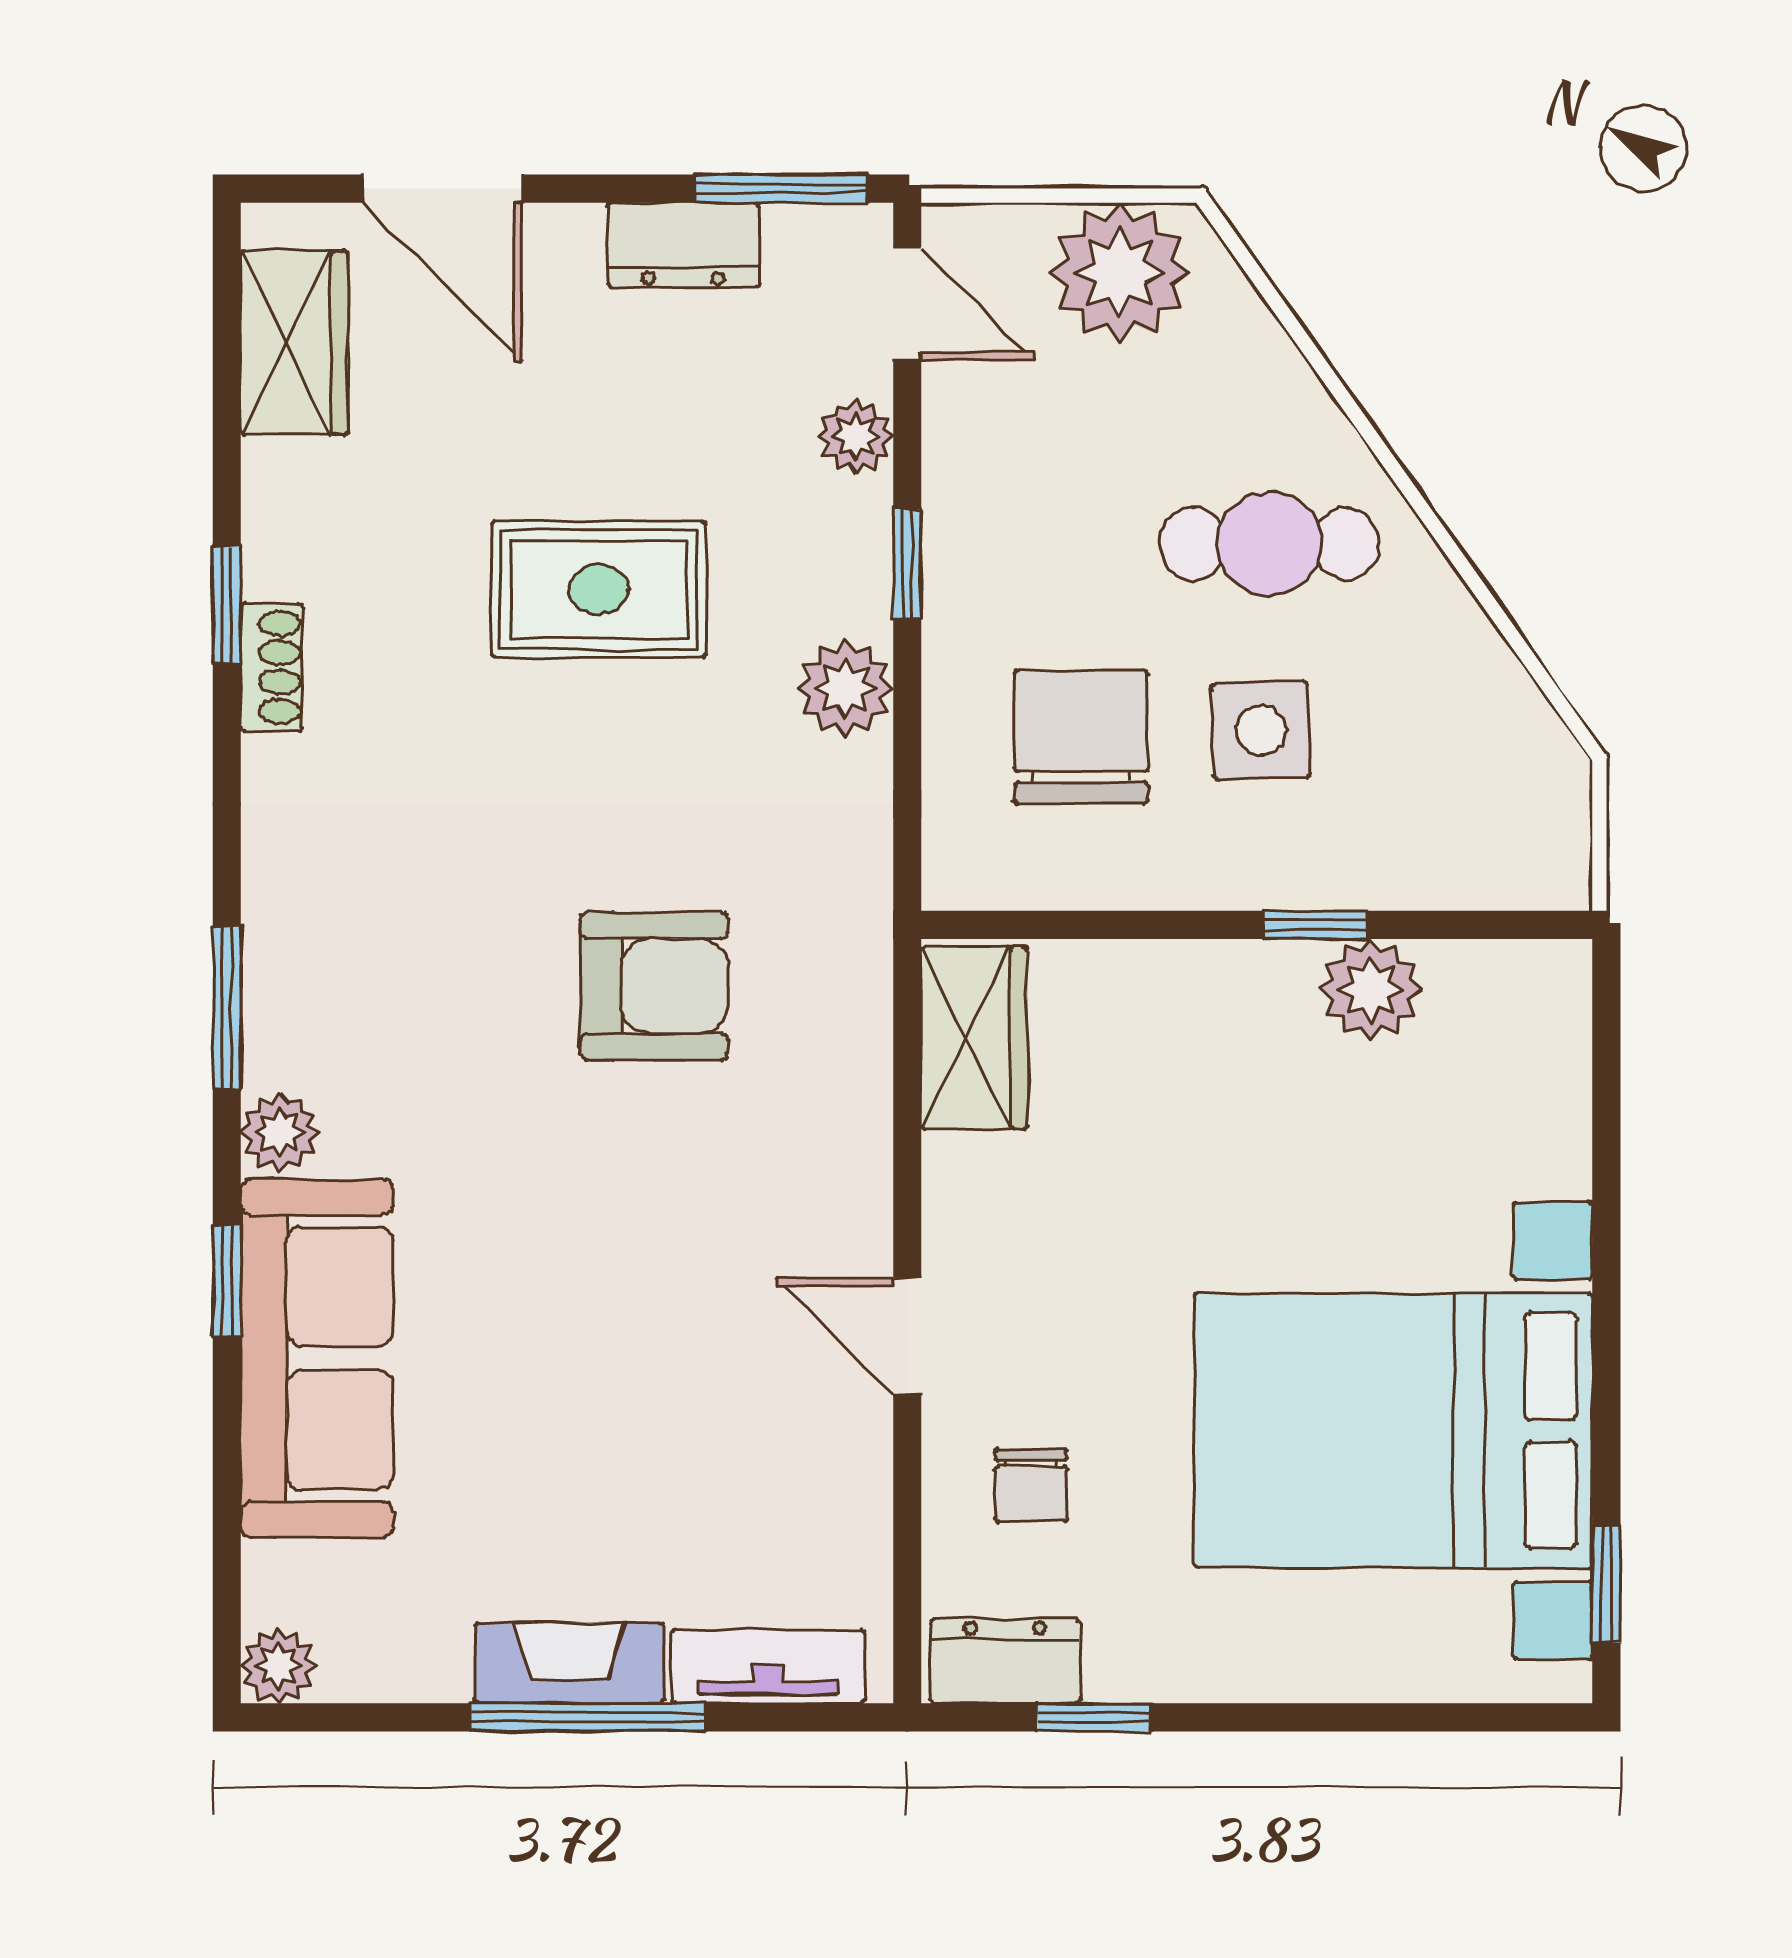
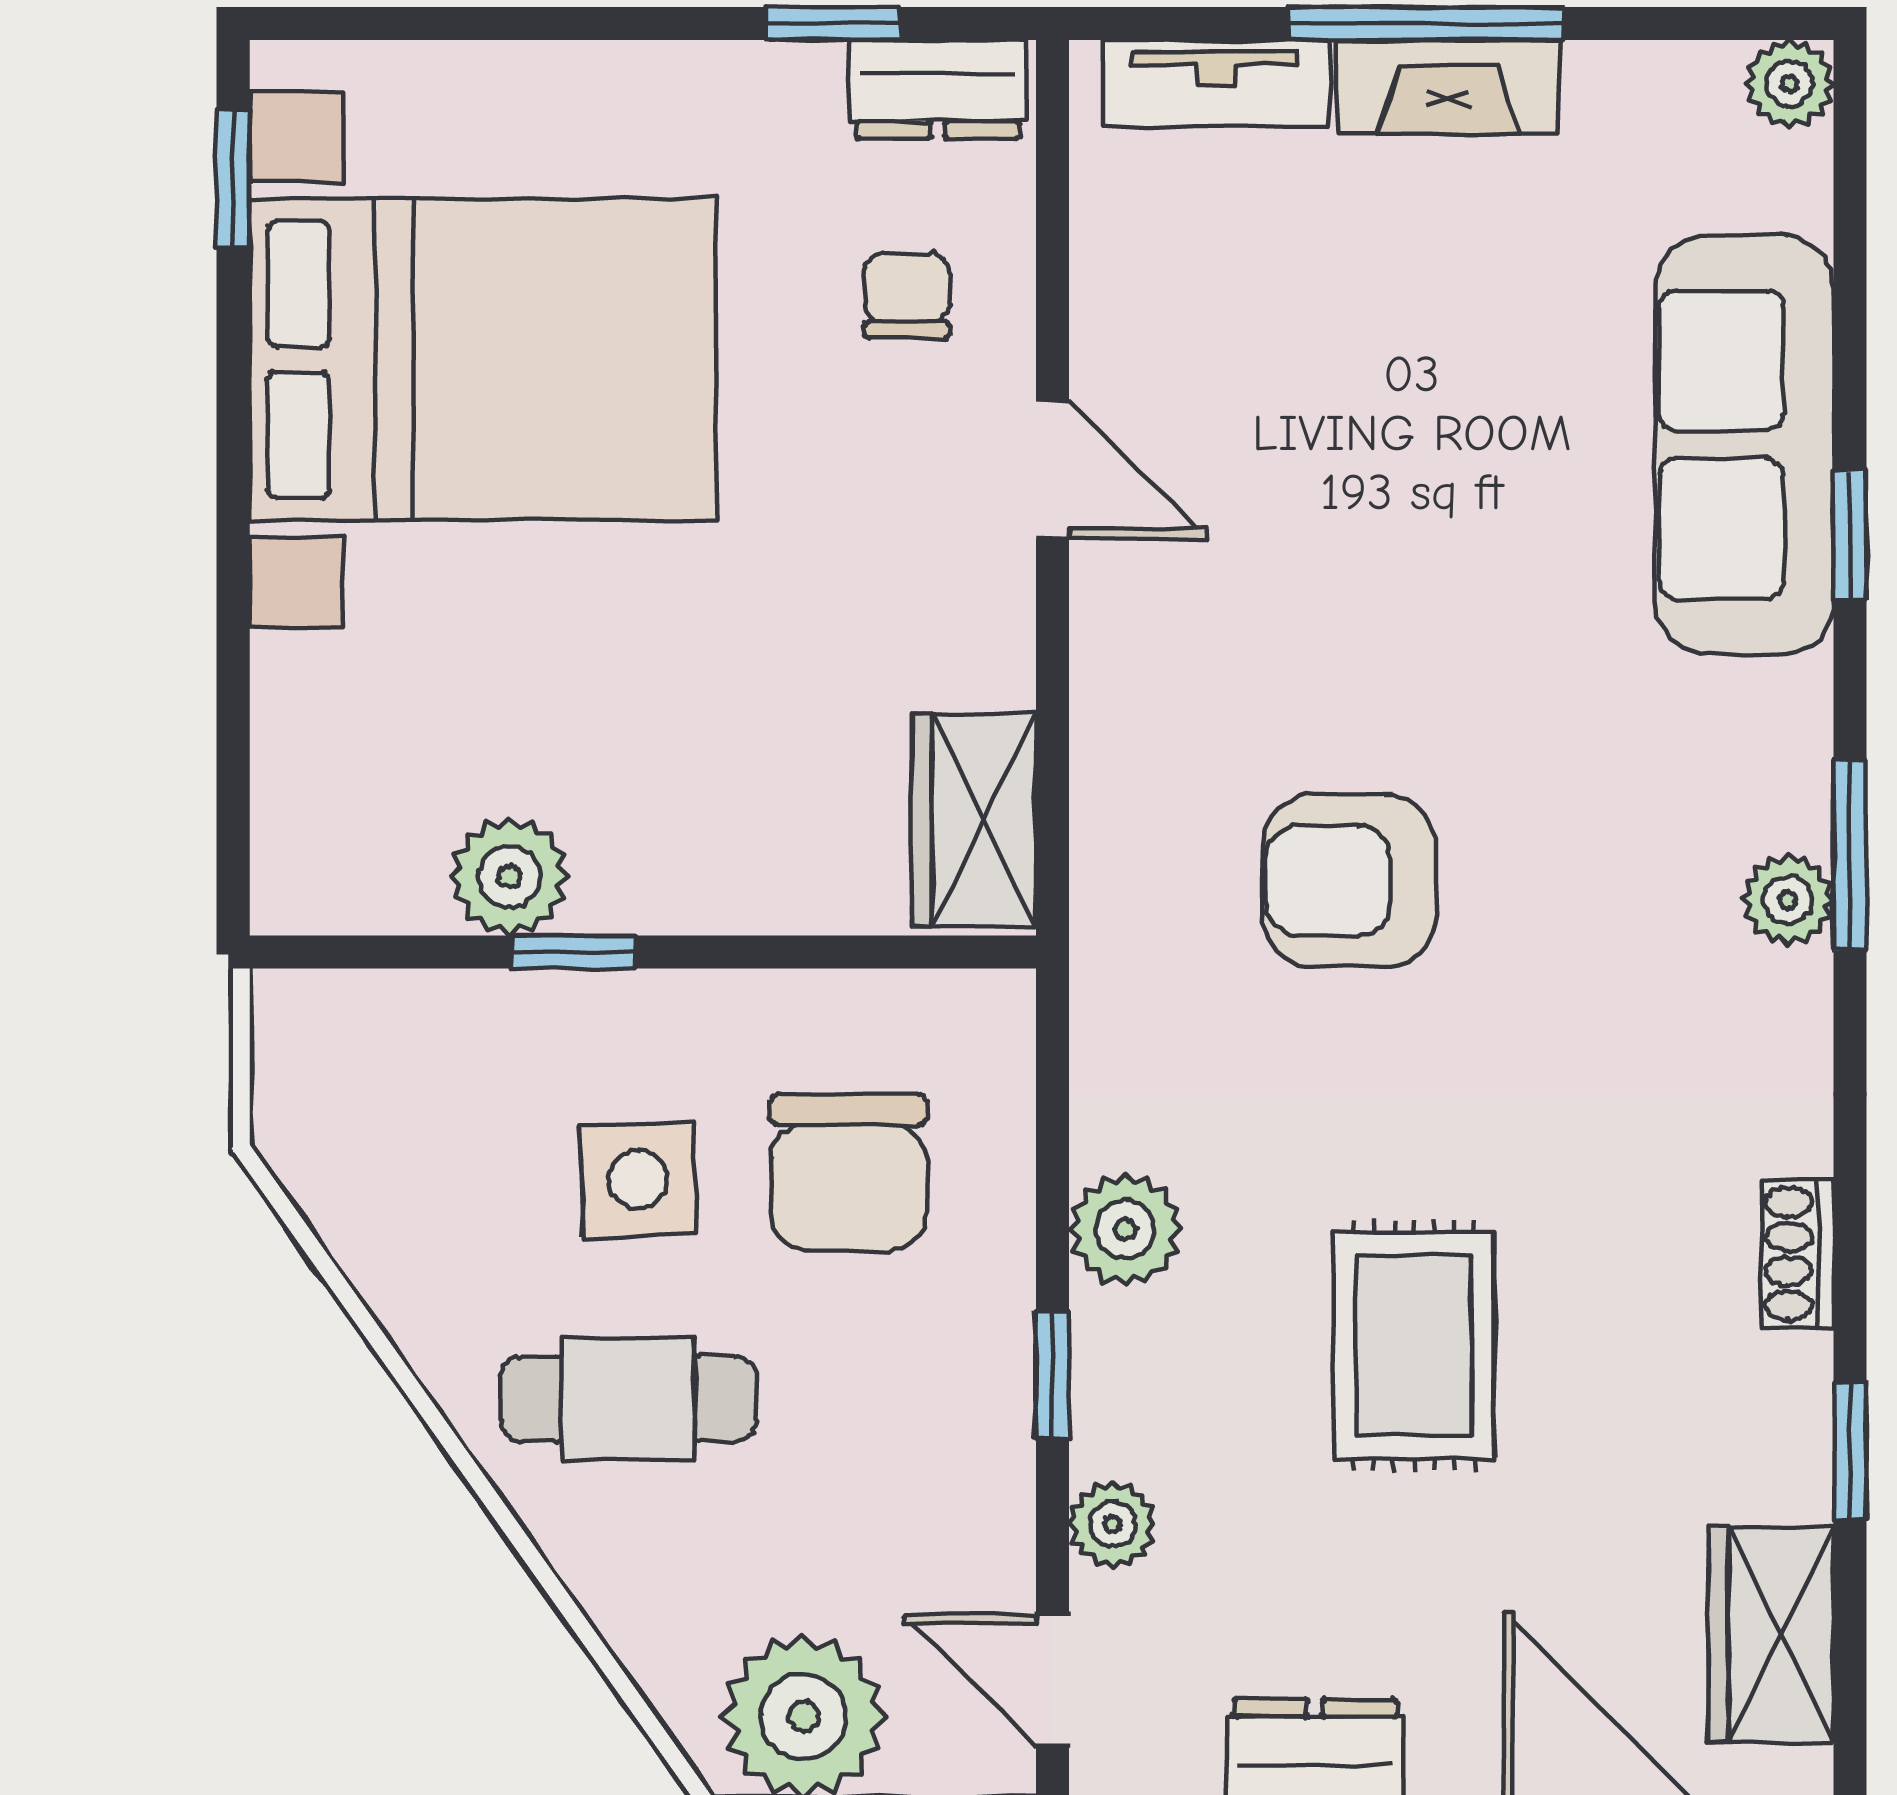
rug: (599, 589) -> (1414, 1345), turned 90
window: (227, 605) -> (1850, 1451), moved
plant: (280, 1133) -> (1788, 900), moved

